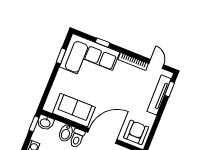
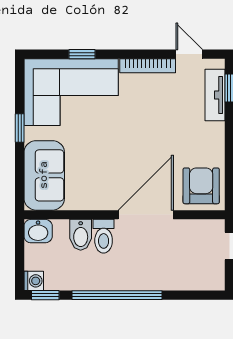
window: (61, 56) -> (20, 128), moved
tv unit: (159, 95) -> (215, 95), width x0.71
sofa: (74, 110) -> (44, 175), moved, turned 90
window: (34, 124) -> (20, 241), removed

